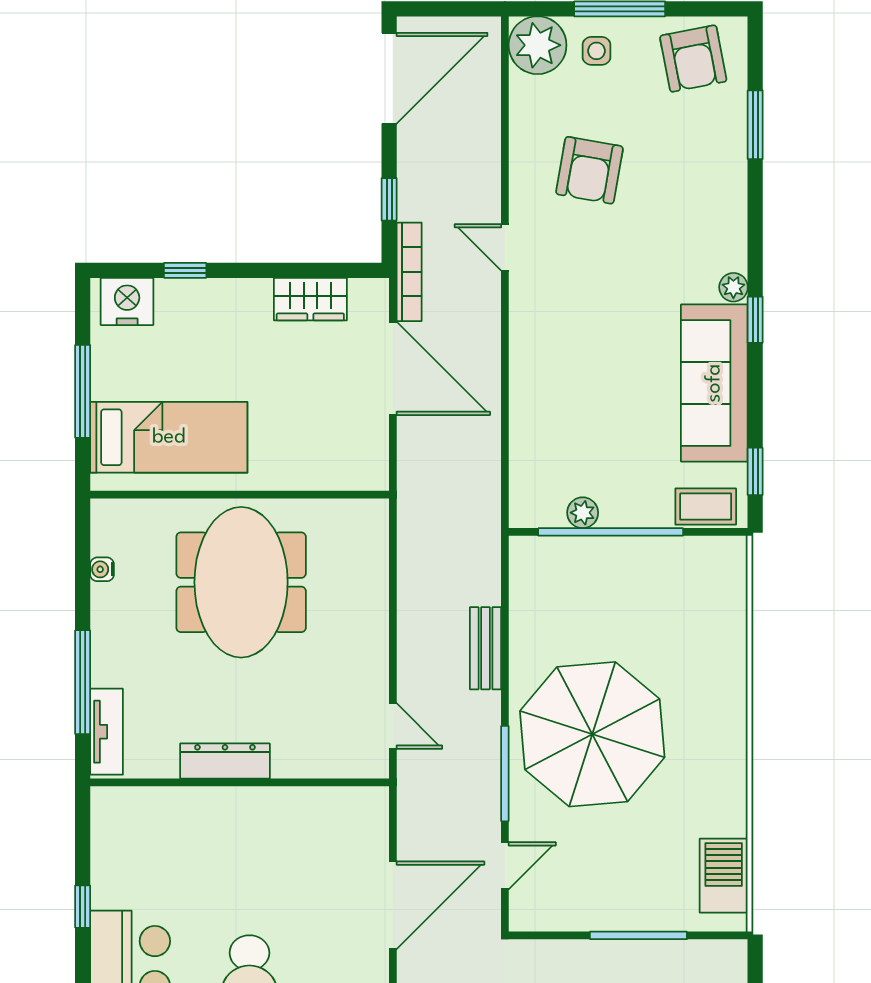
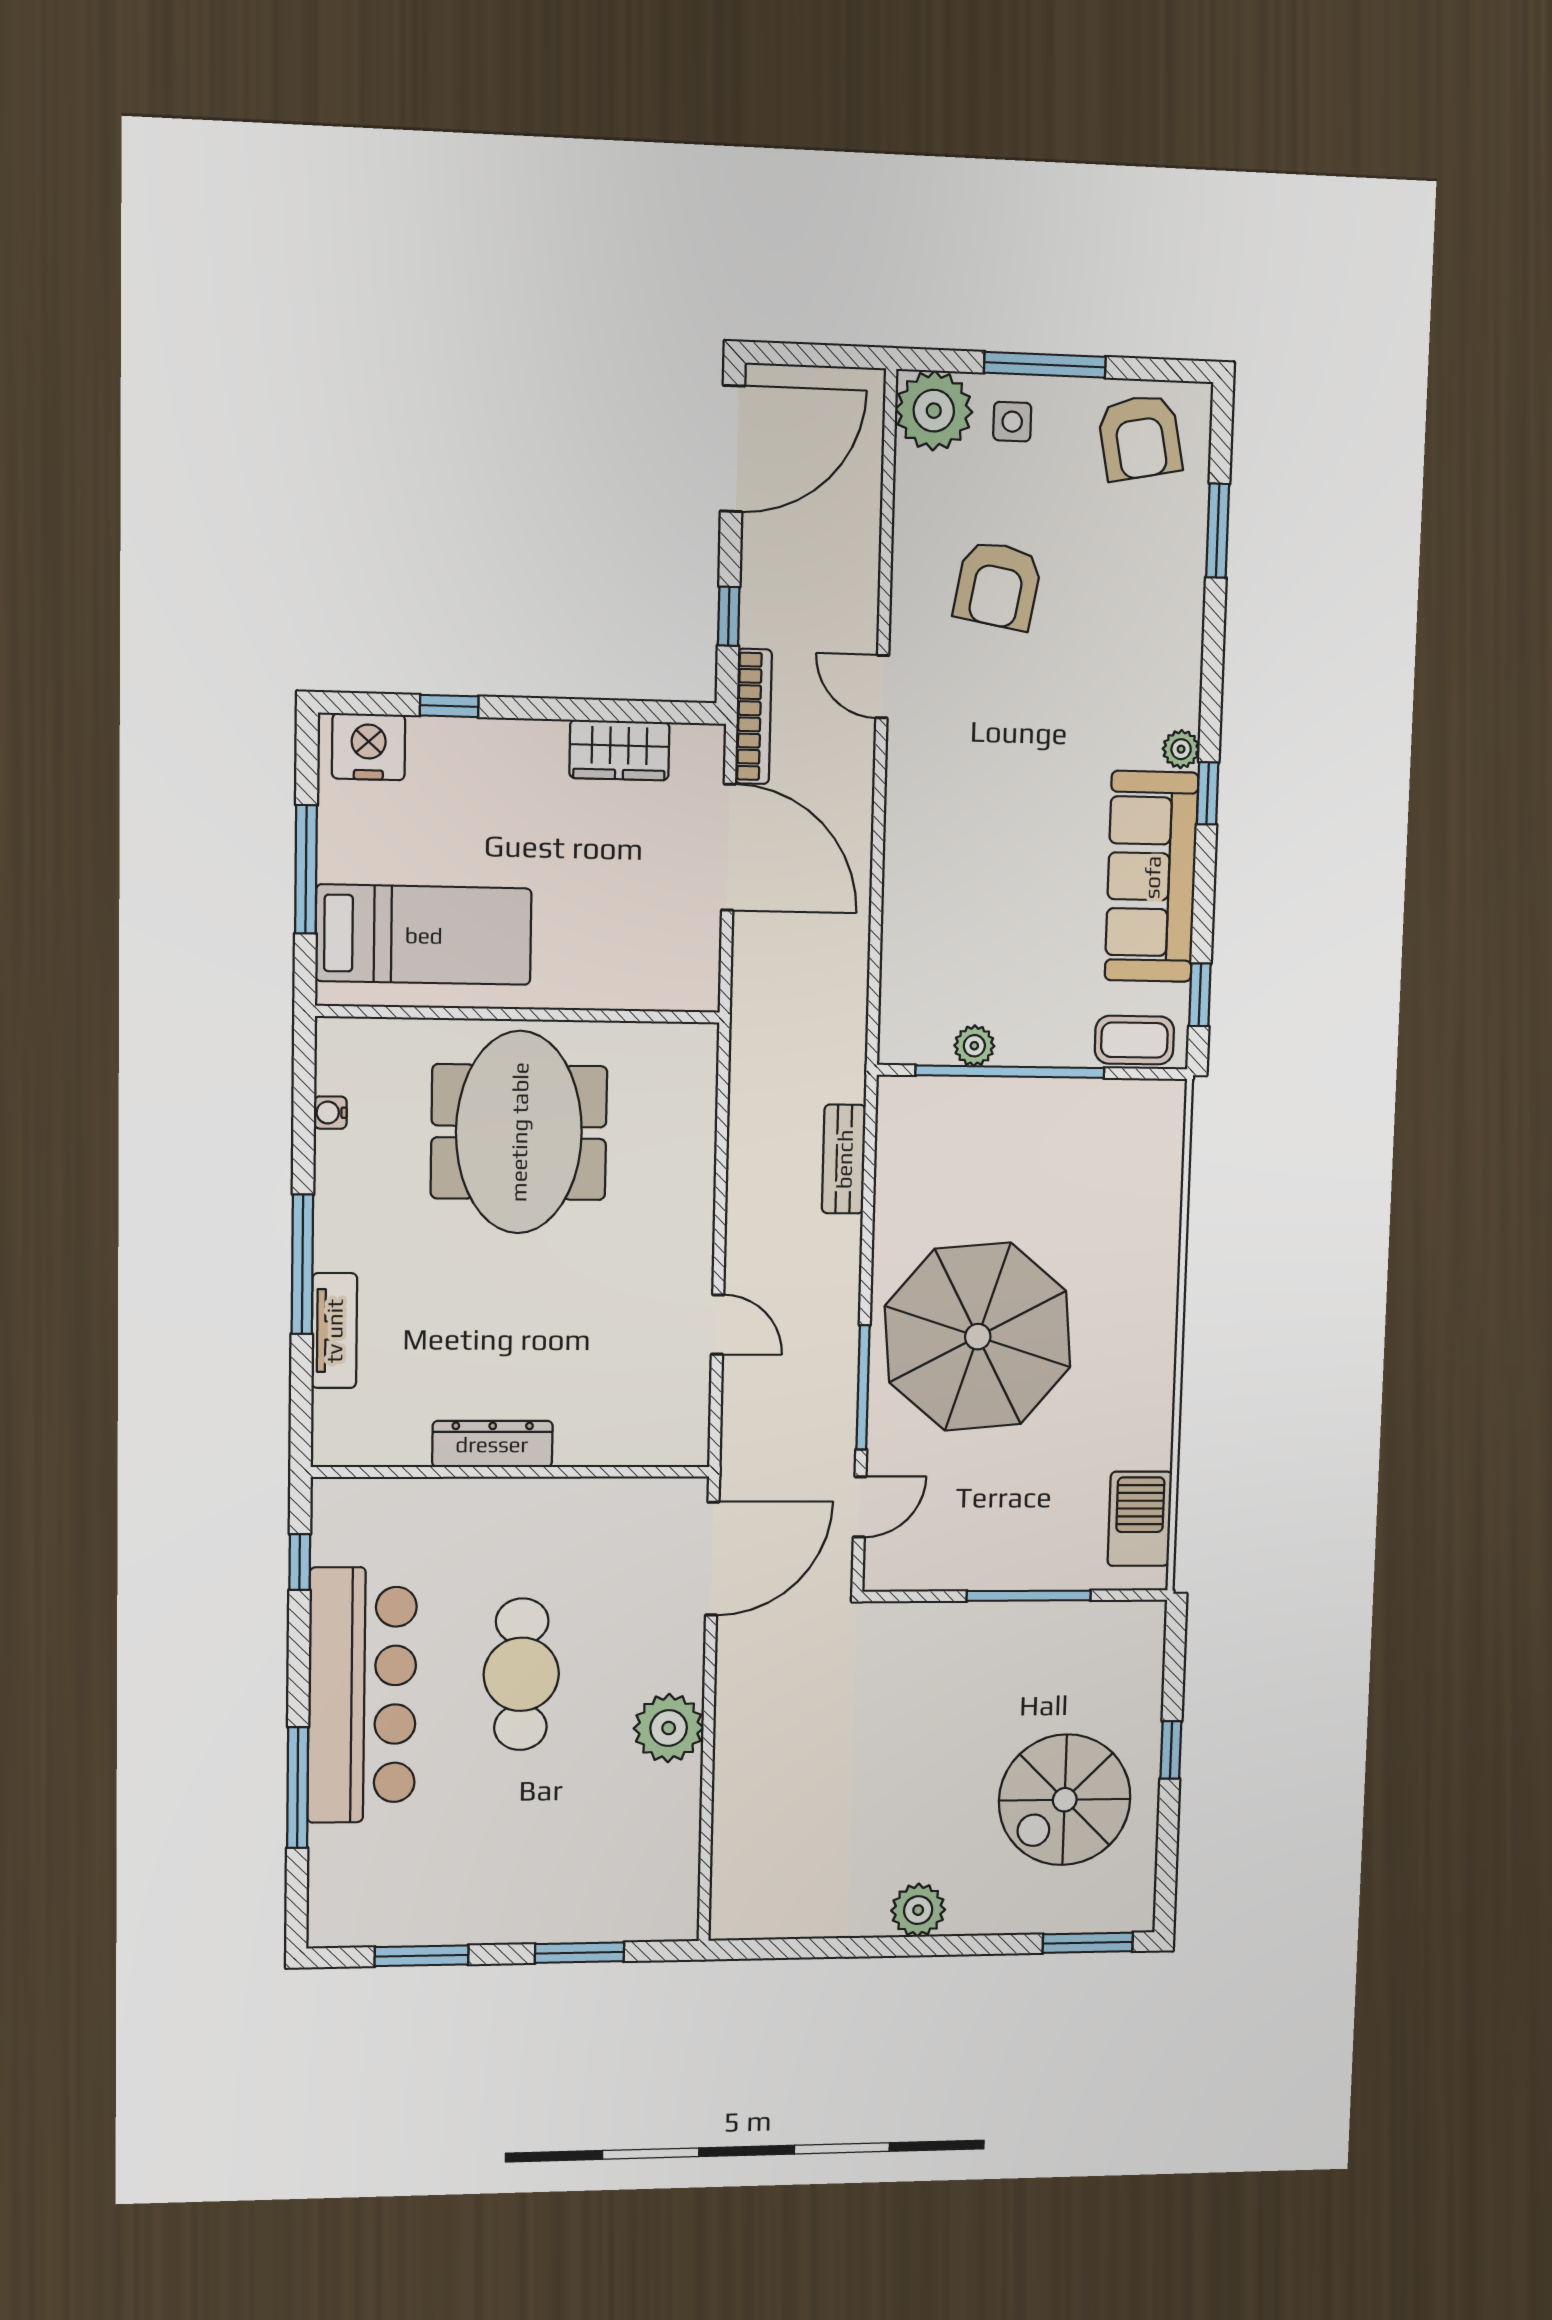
bench: (485, 648) -> (844, 1159), moved
dresser: (225, 761) -> (492, 1444), moved
wall: (240, 782) -> (512, 1472), moved

